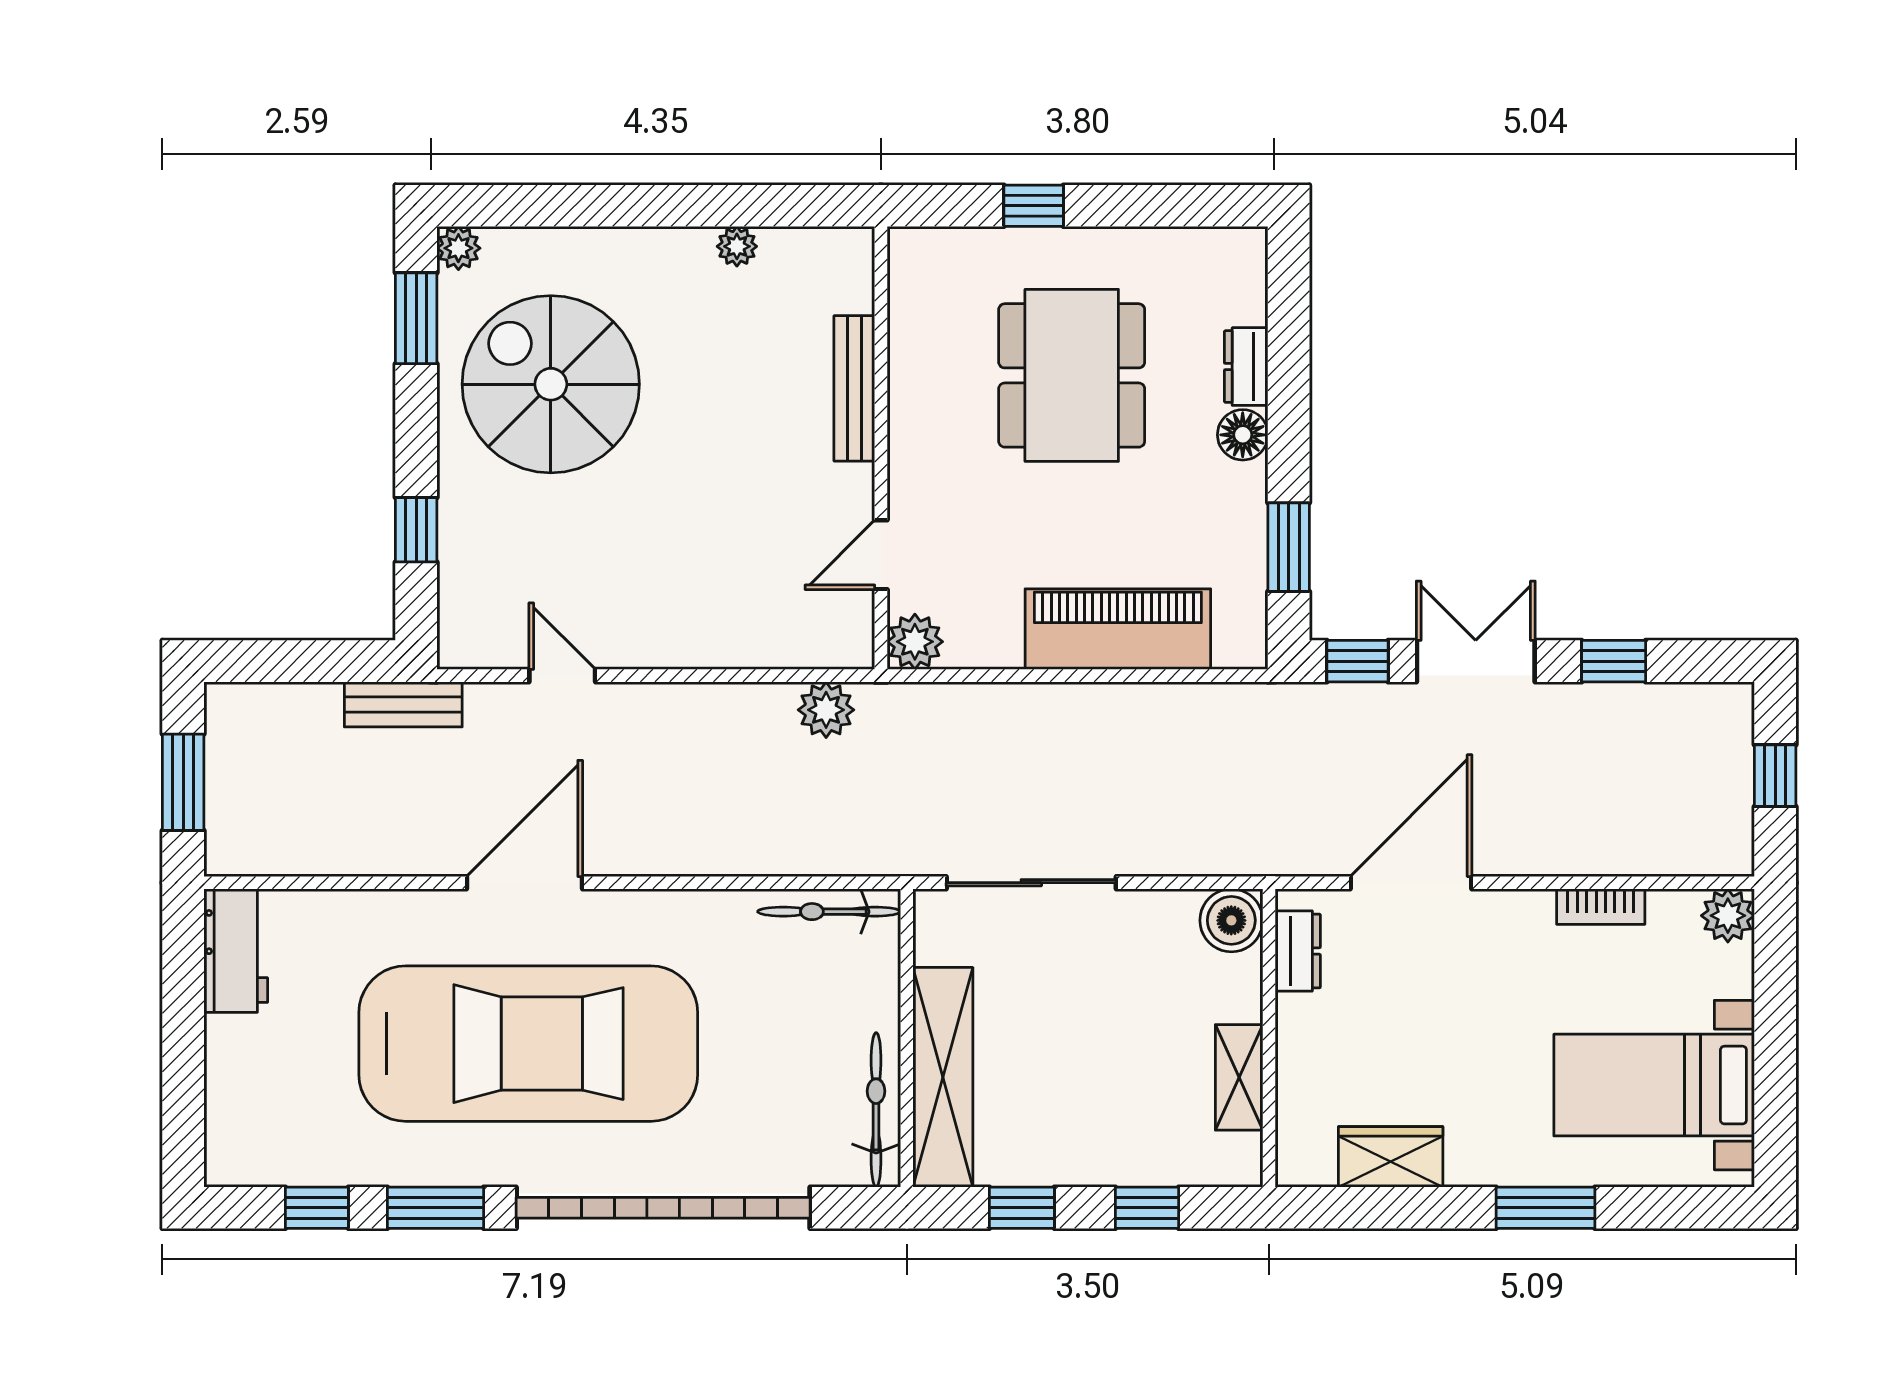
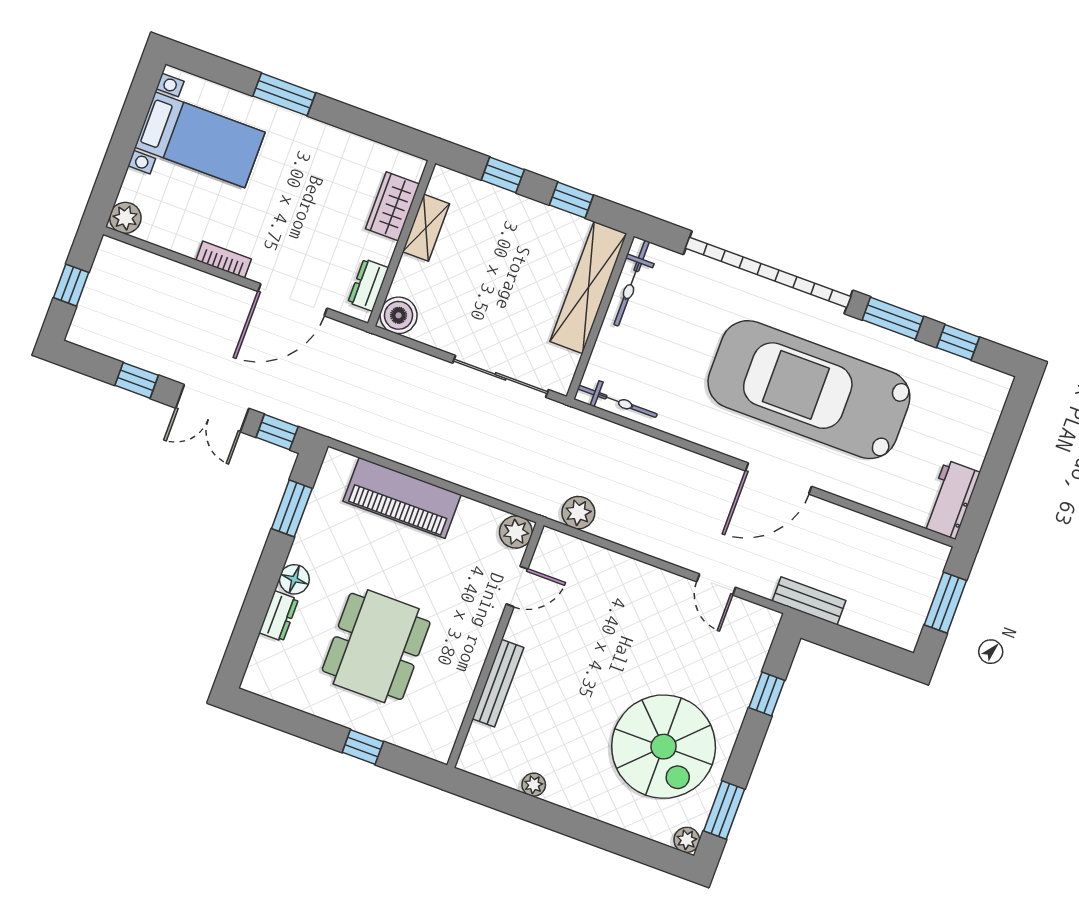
bookcase: (1601, 907) -> (224, 260), moved
wardrobe: (1391, 1157) -> (392, 206), moved, turned 90

